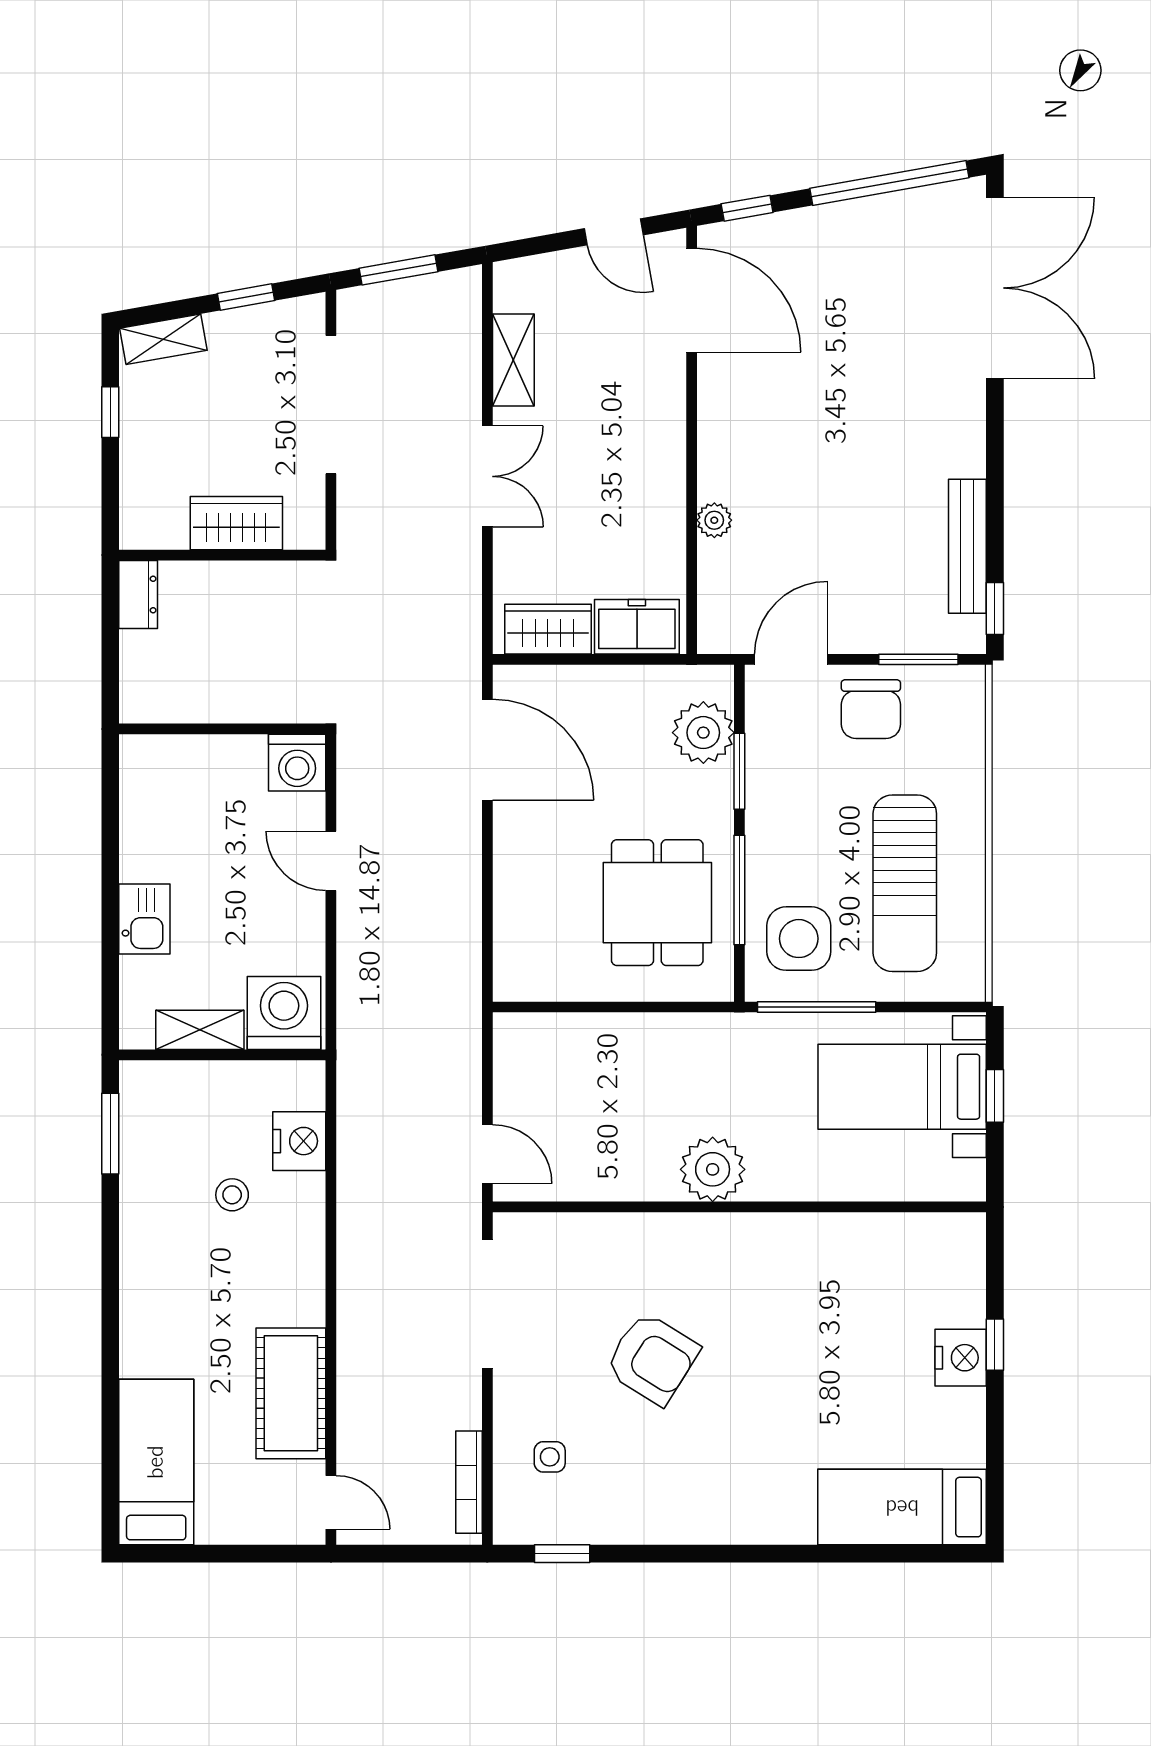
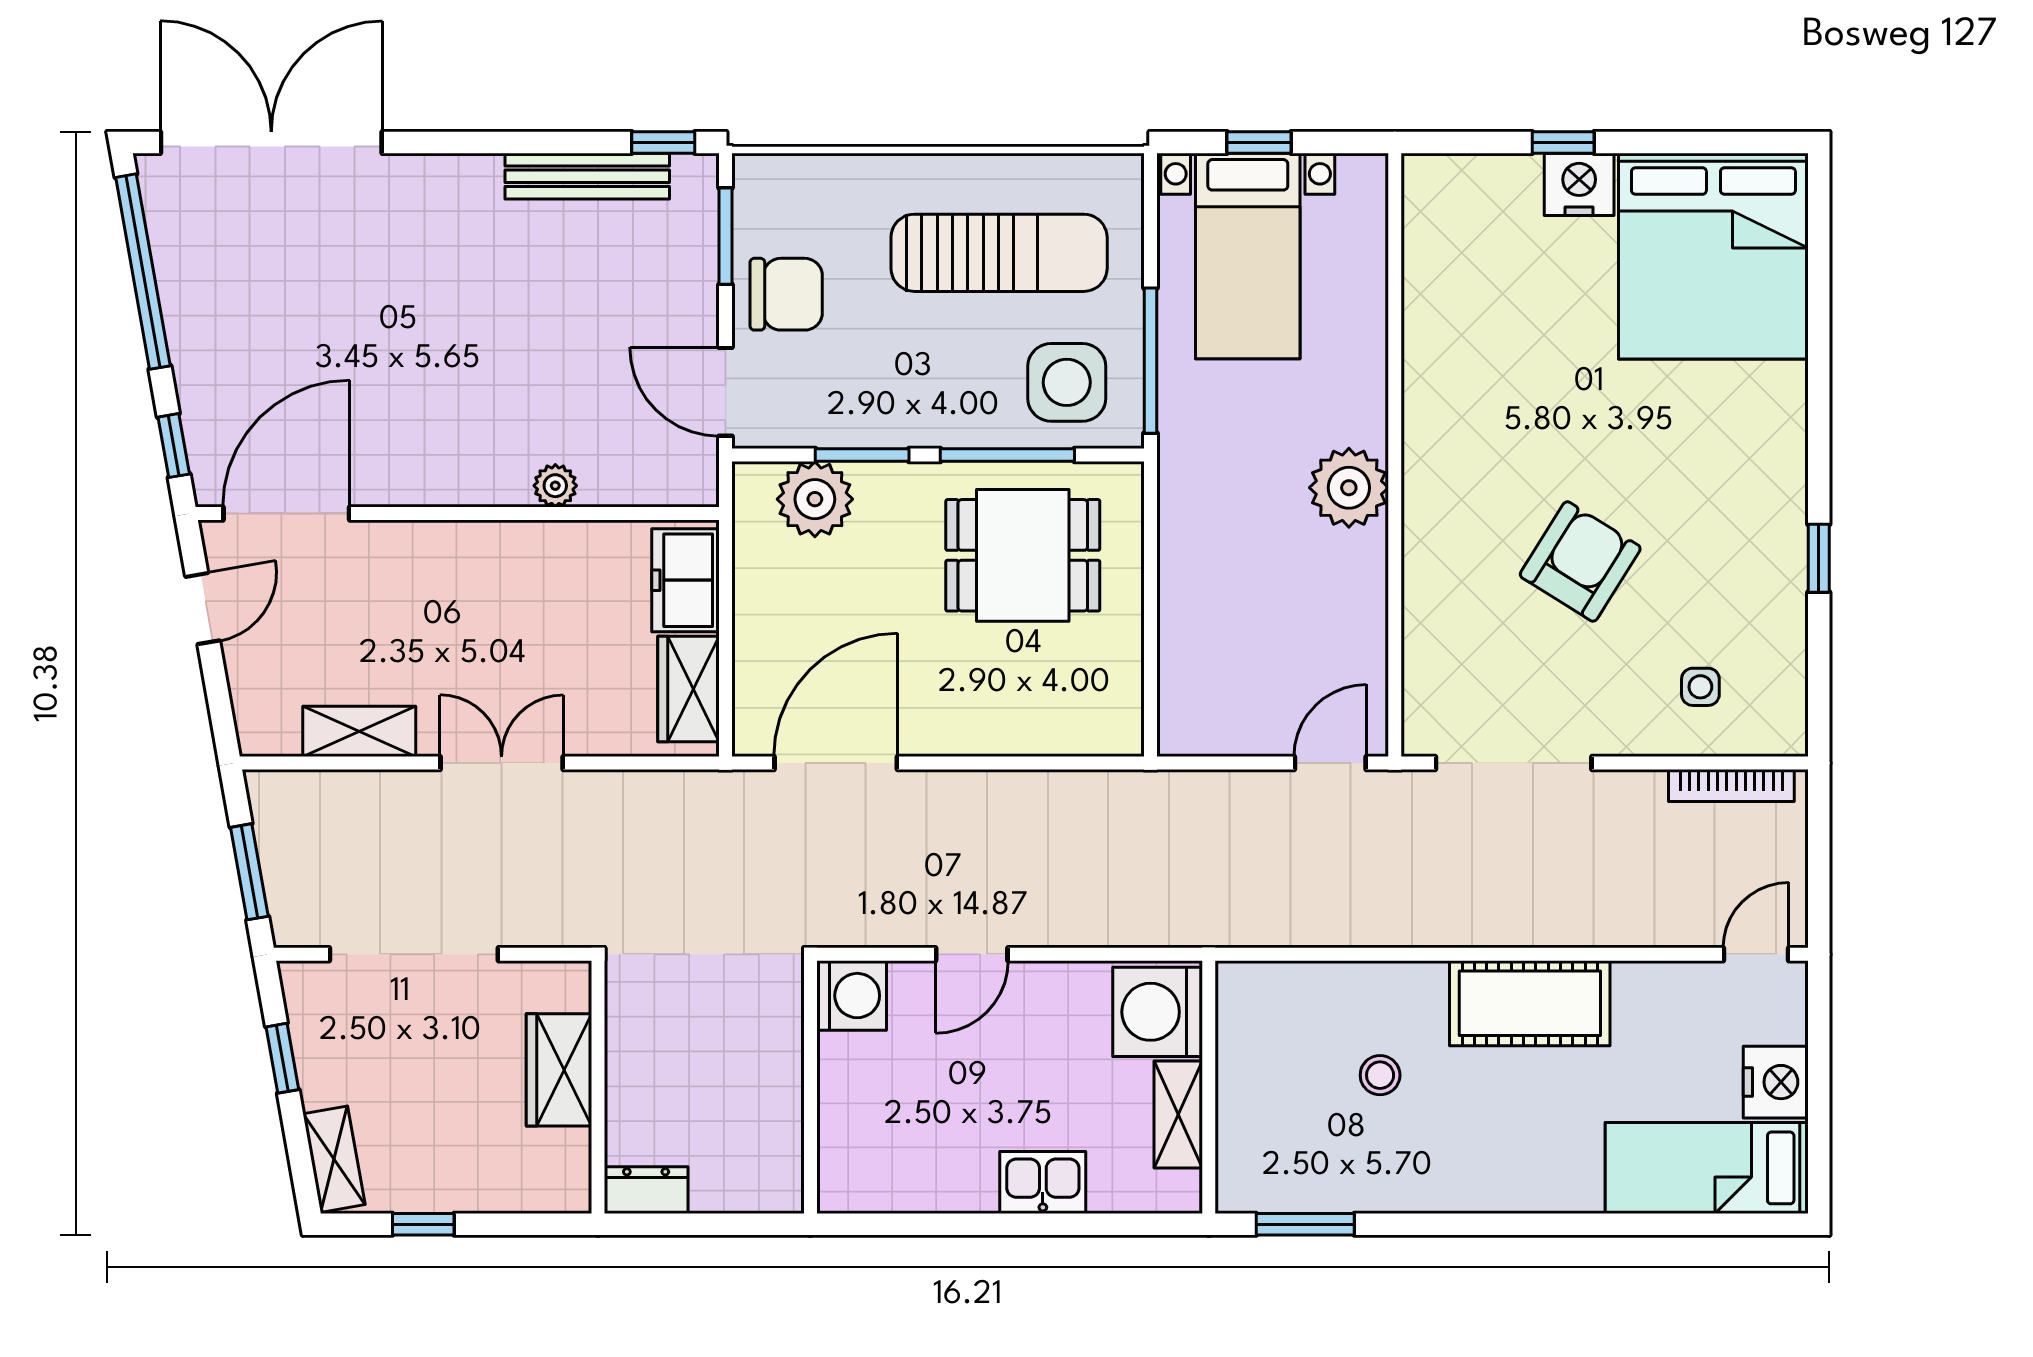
nightstand: (299, 1141) -> (1776, 1082), moved, turned 90
cot: (291, 1393) -> (1530, 1003), moved
bed: (902, 1507) -> (1713, 256), width x2.04
window: (562, 1554) -> (1819, 558), moved

